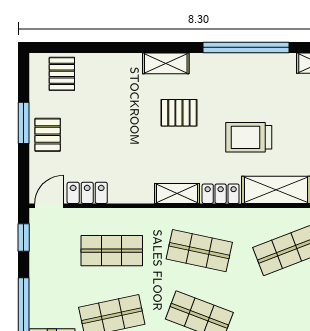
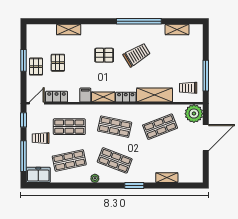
shelving: (166, 63) -> (69, 30), moved
pallet: (62, 74) -> (58, 63), moved
trolley: (249, 137) -> (137, 55), moved, turned 149
filing cabinet: (143, 190) -> (85, 95), added
trolley: (57, 273) -> (41, 138), added

